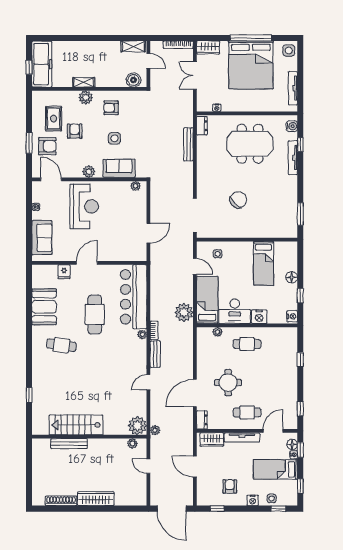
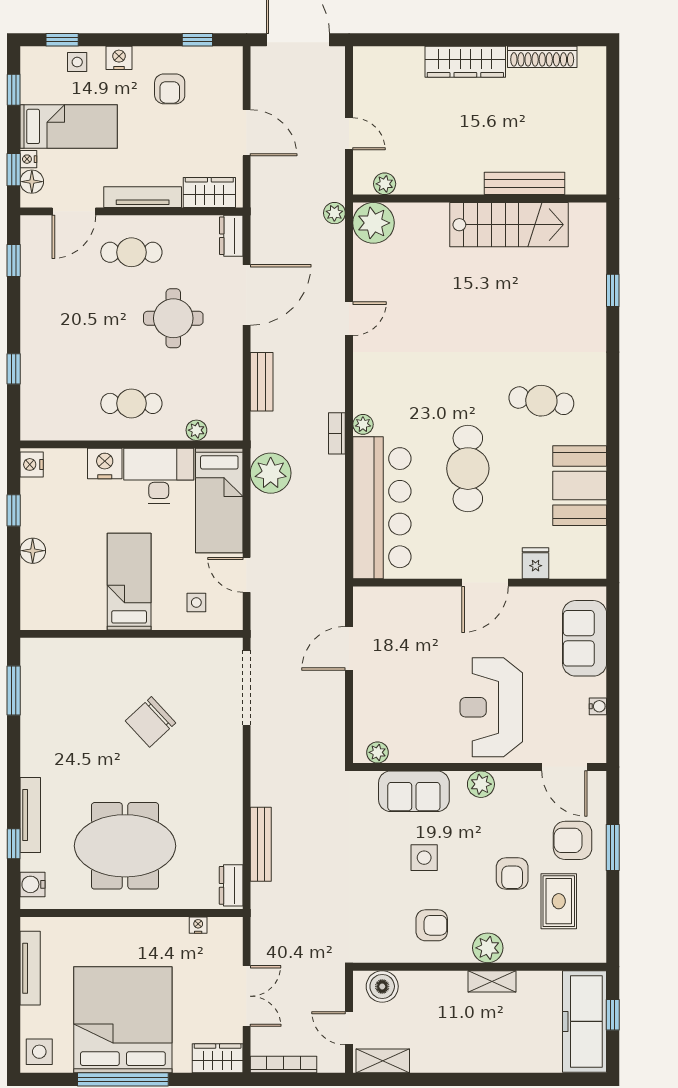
bed: (264, 263) -> (129, 582), moved
bench: (155, 354) -> (262, 382), moved

